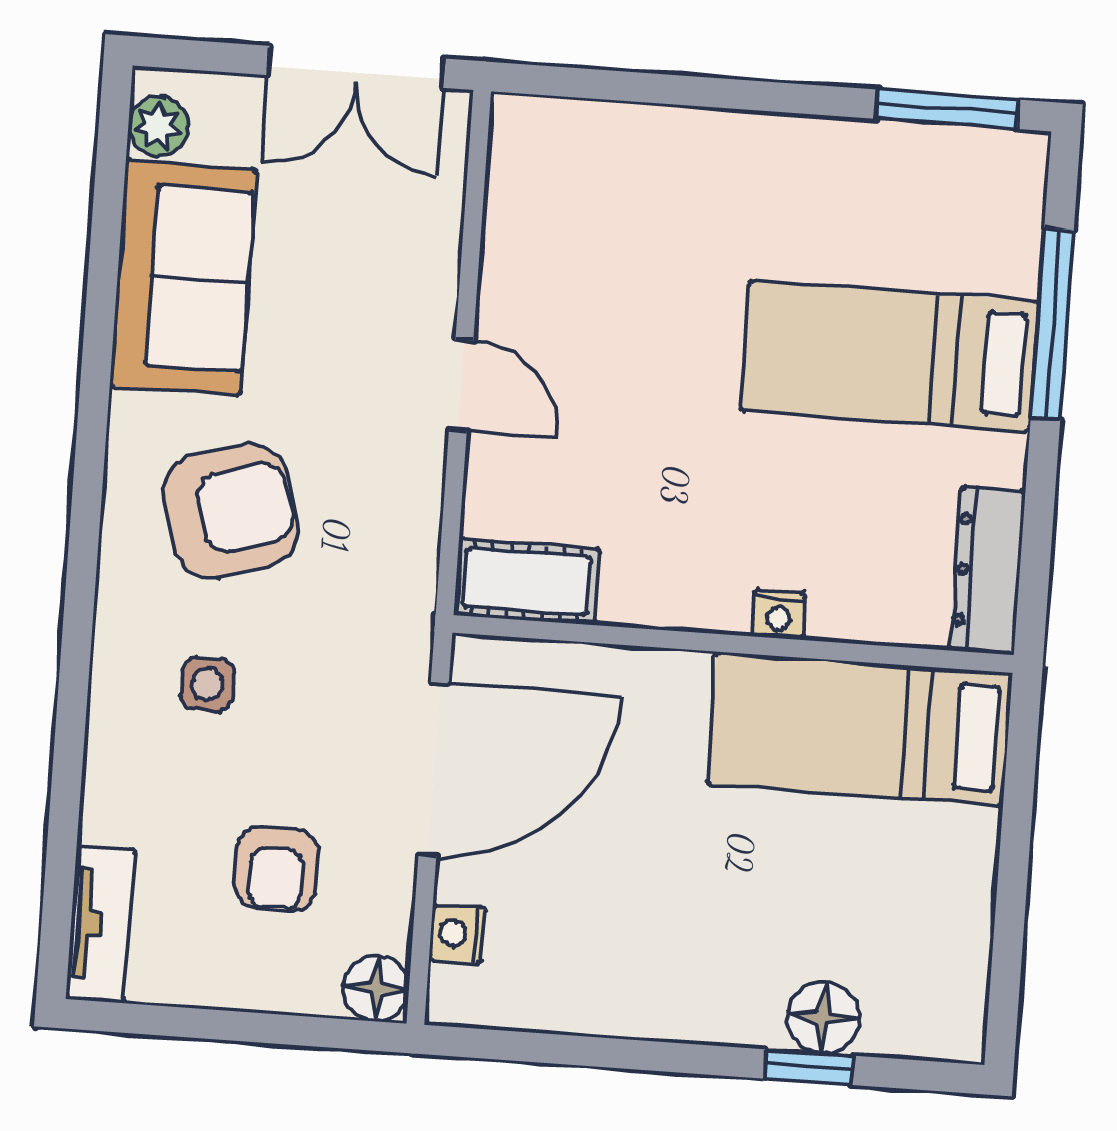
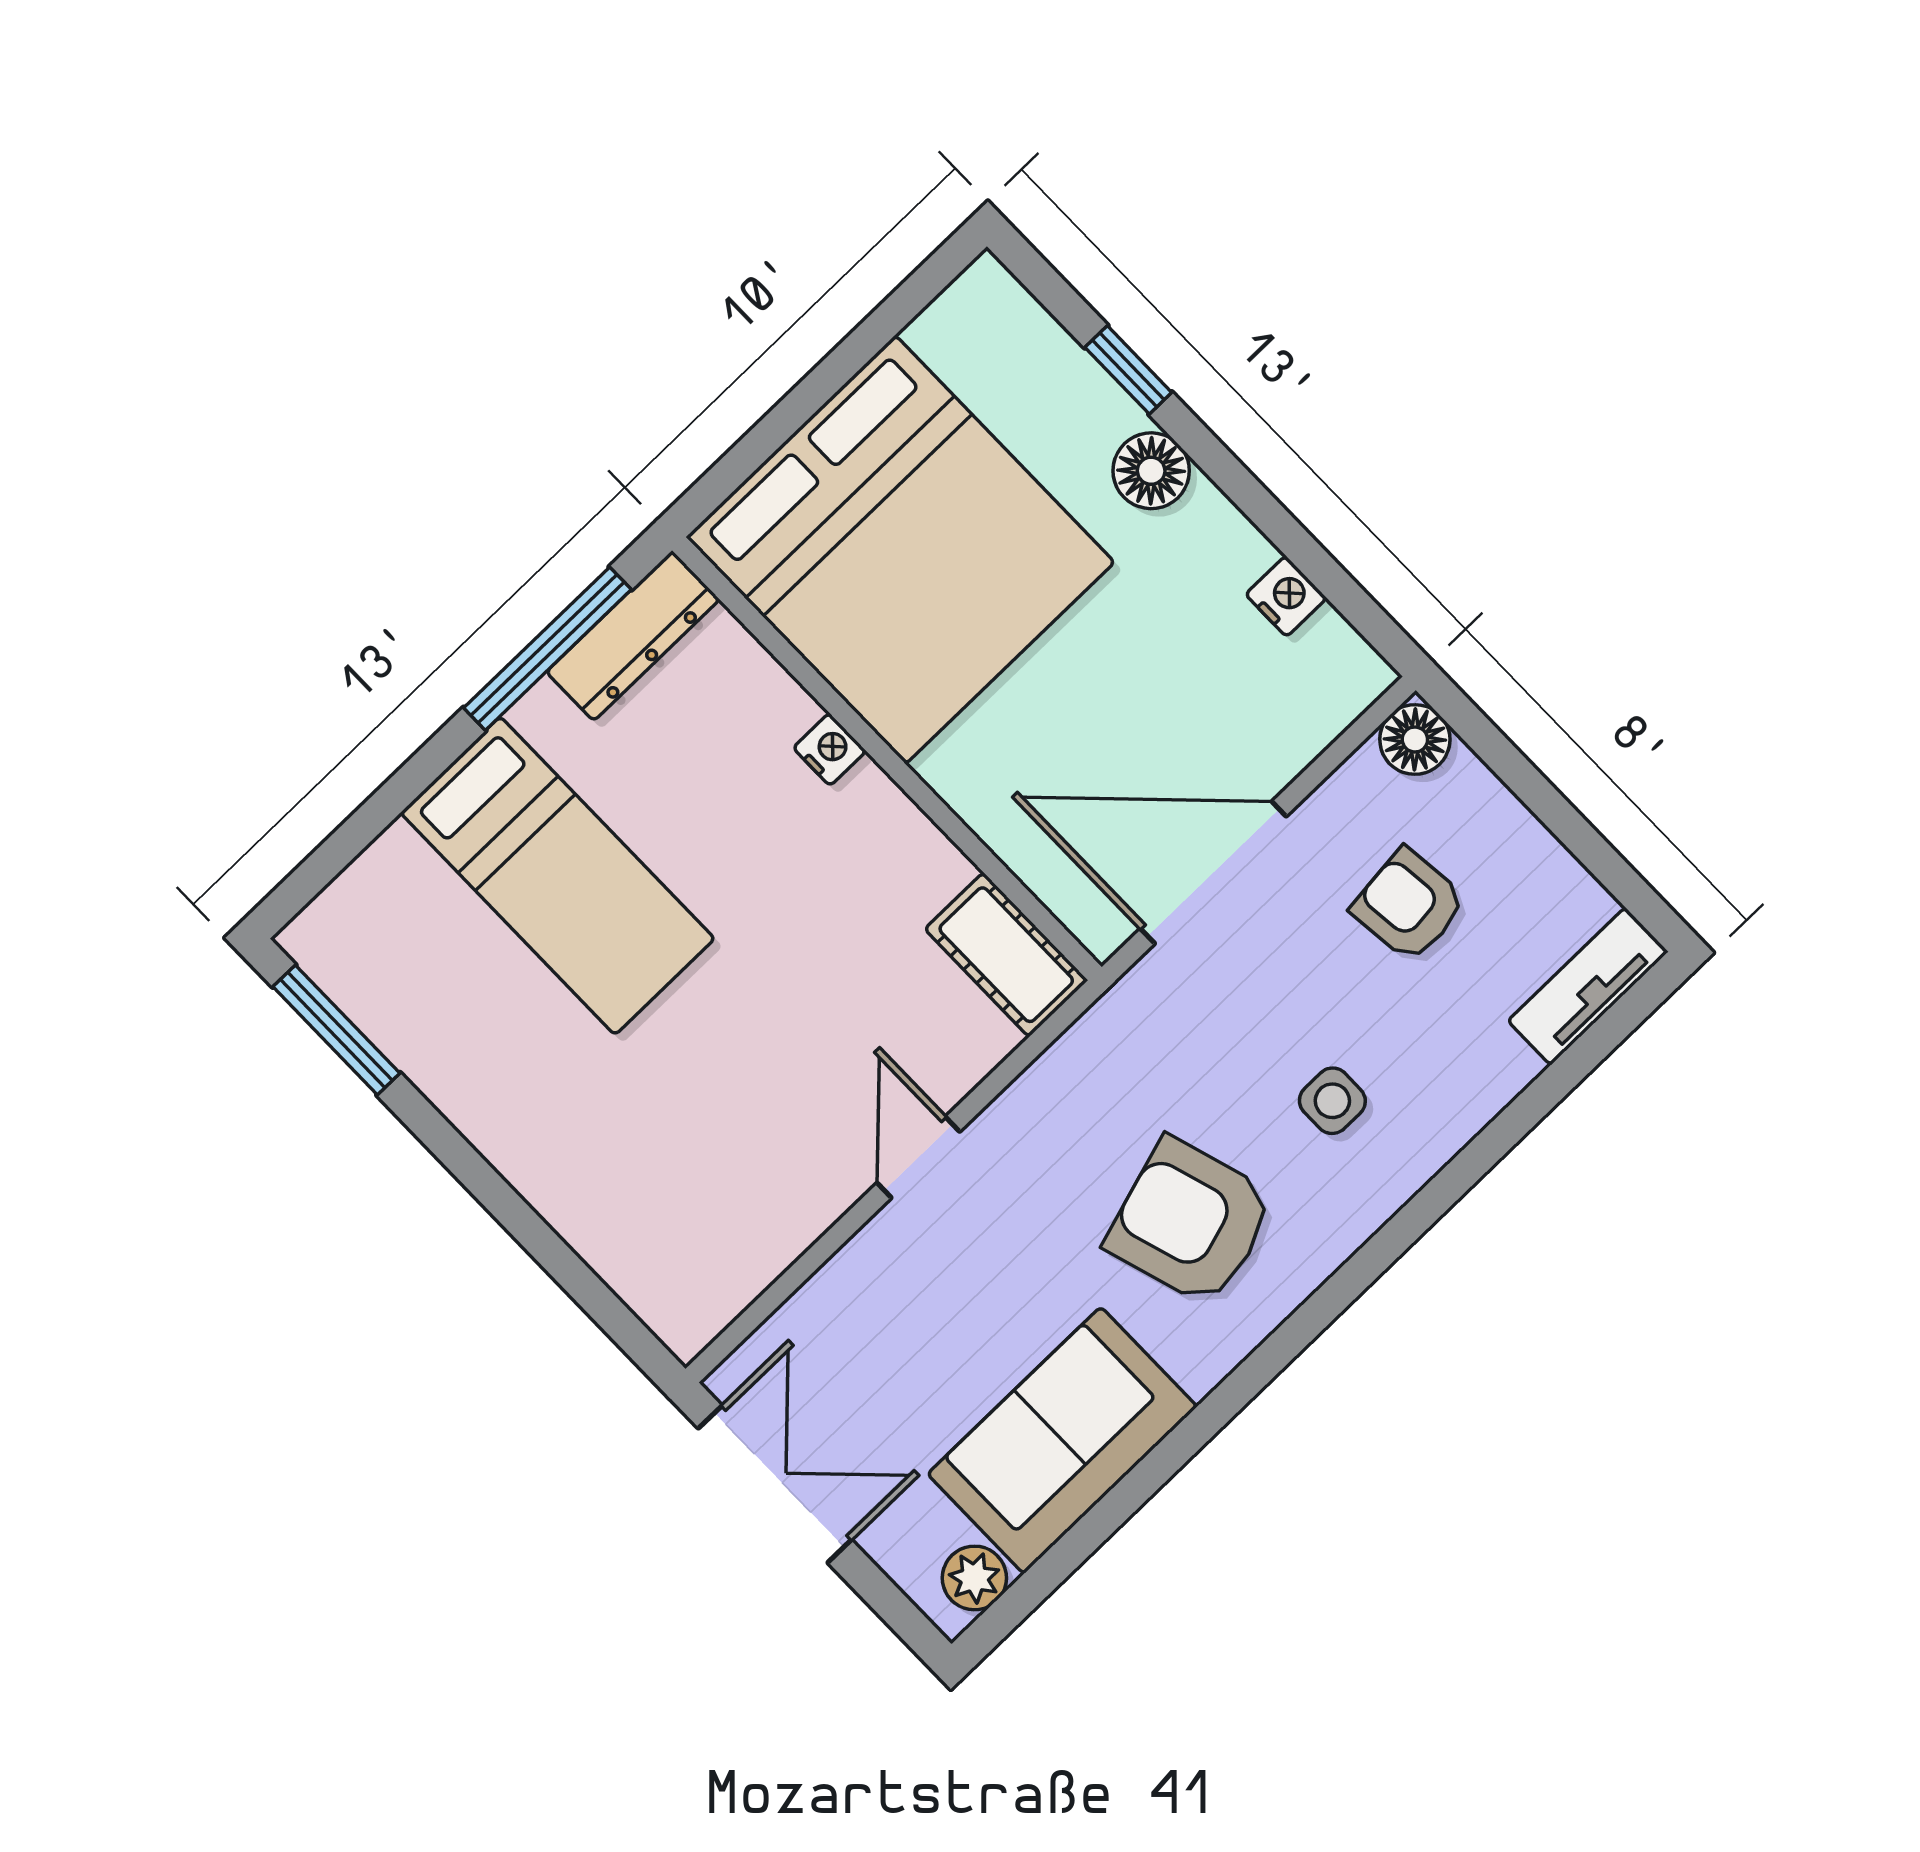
window: (1052, 324) -> (548, 649), moved
bed: (860, 729) -> (900, 550), width x2.04
armchair: (276, 869) -> (1409, 905), turned -96
nightstand: (457, 933) -> (1286, 596), moved, turned -90
floor lamp: (823, 1018) -> (1151, 471), moved

